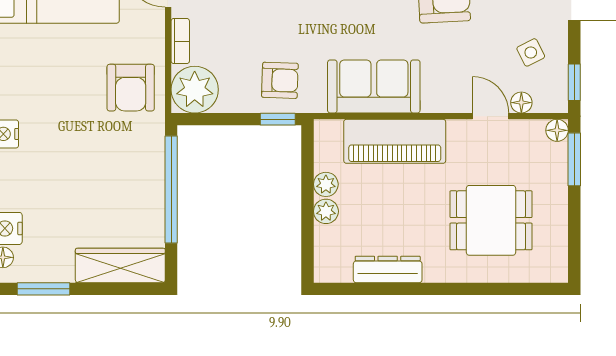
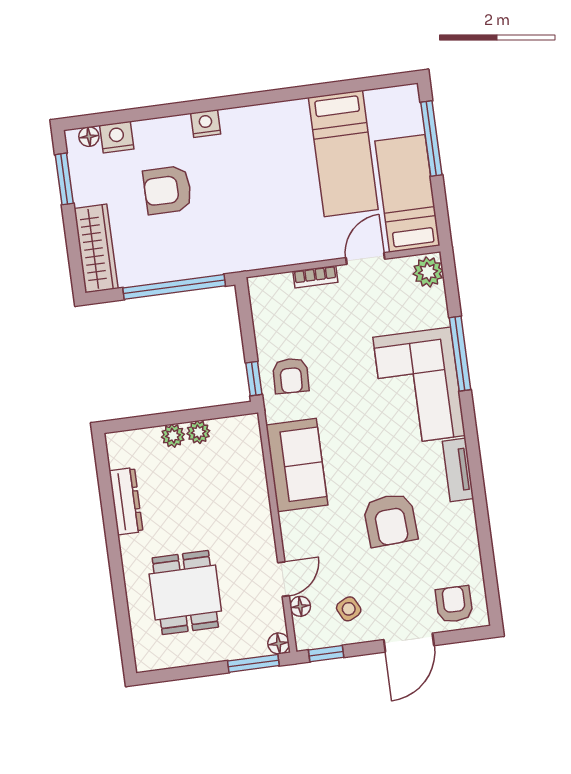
armchair: (131, 88) -> (168, 190), moved
plant: (195, 90) -> (271, 296), removed
piano: (395, 141) -> (248, 492), removed

